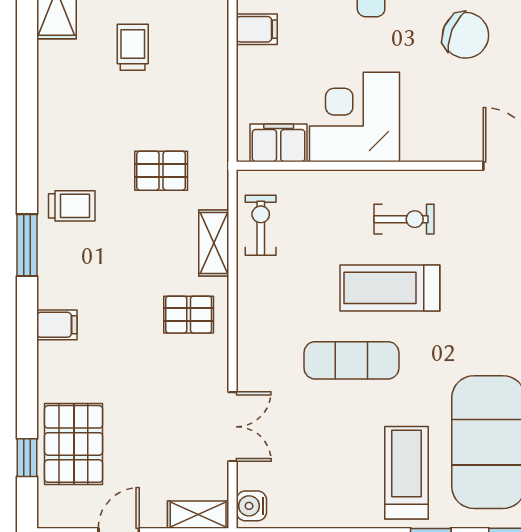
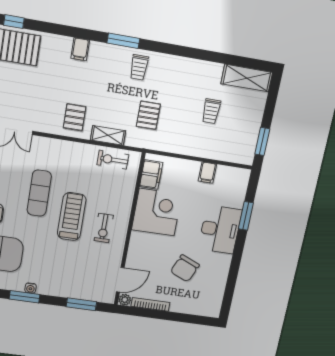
trolley: (133, 47) -> (211, 111), turned 90
exercise bike: (261, 225) -> (113, 160), turned 180

